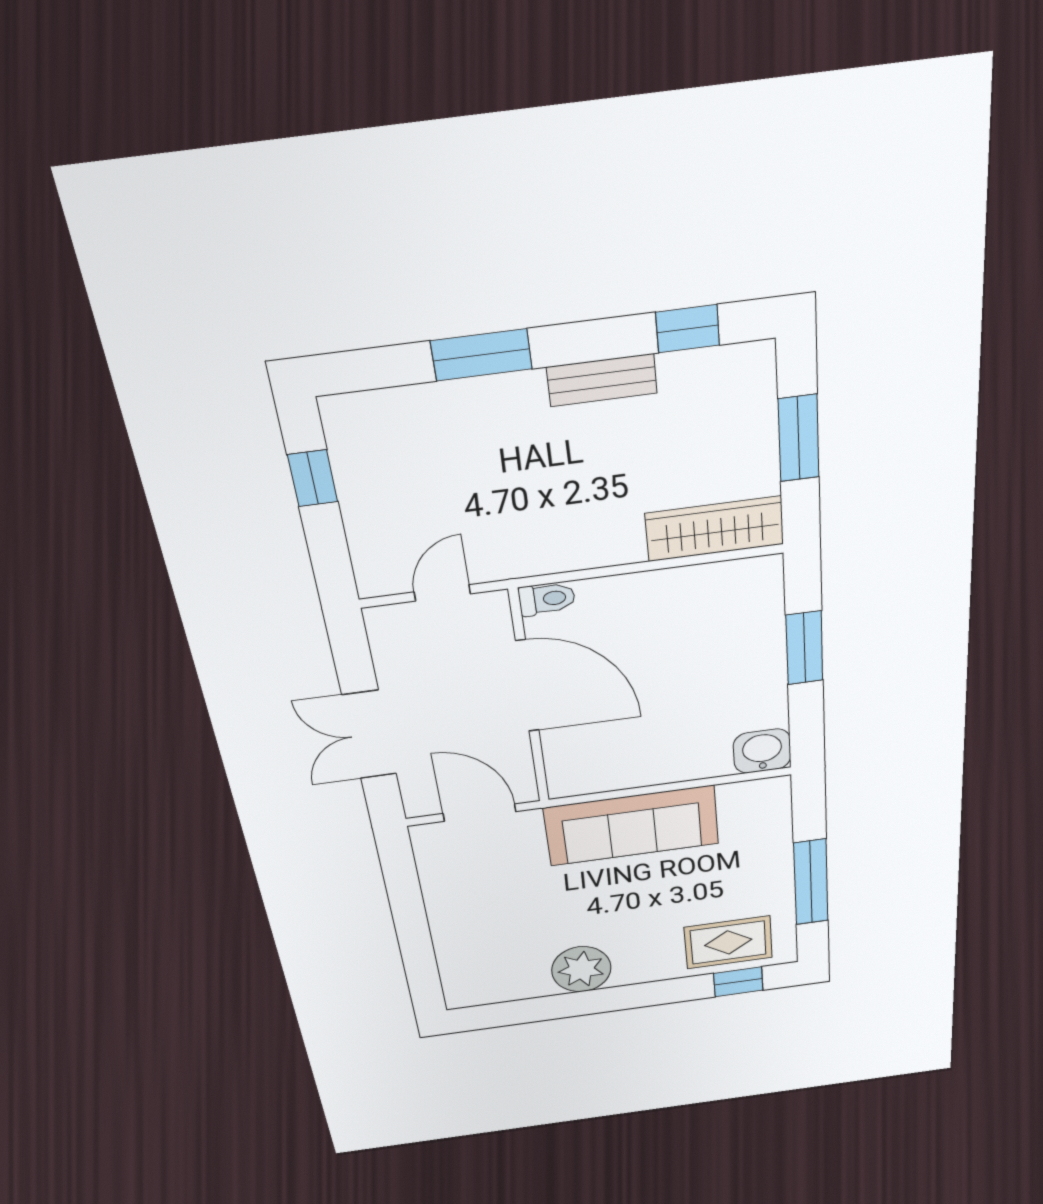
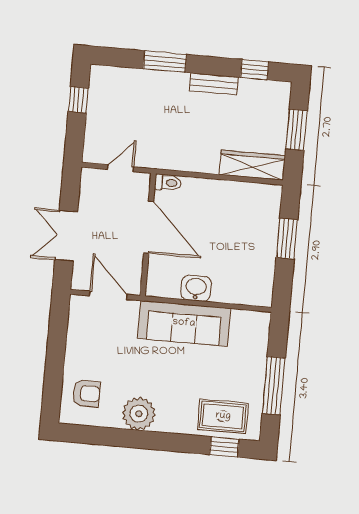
washbasin: (762, 751) -> (196, 288), moved
armchair: (482, 961) -> (86, 394), added

